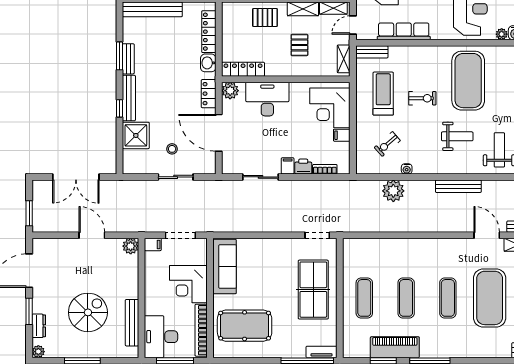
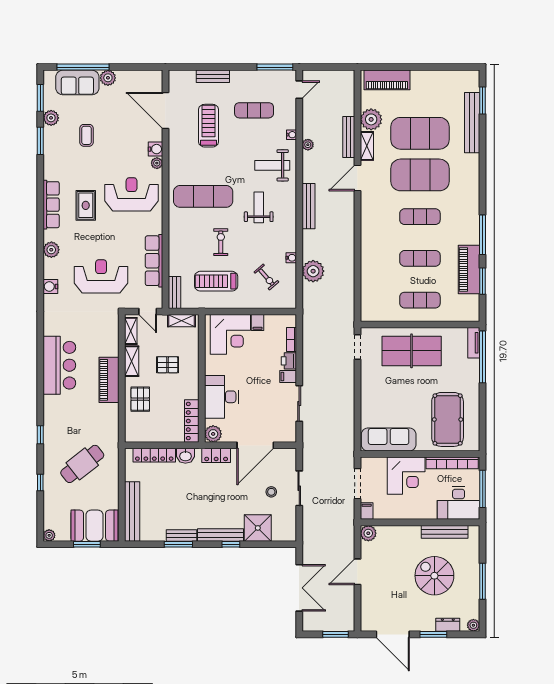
exercise mat: (468, 81) -> (203, 196), width x0.68

